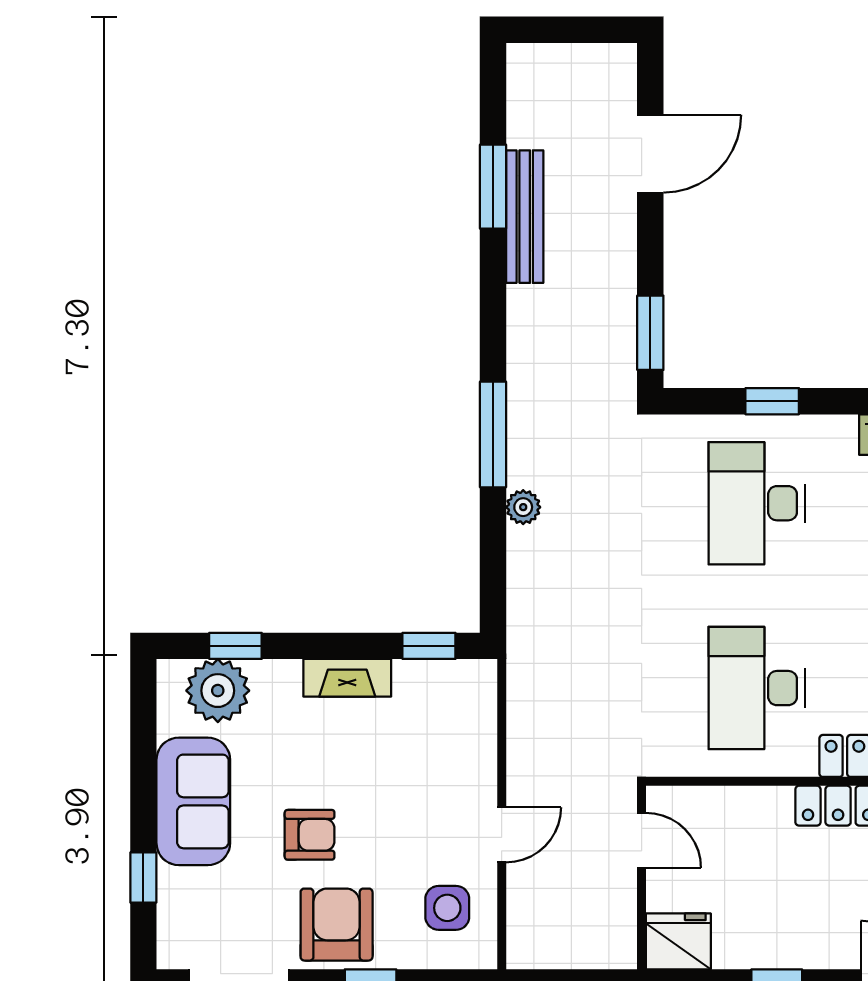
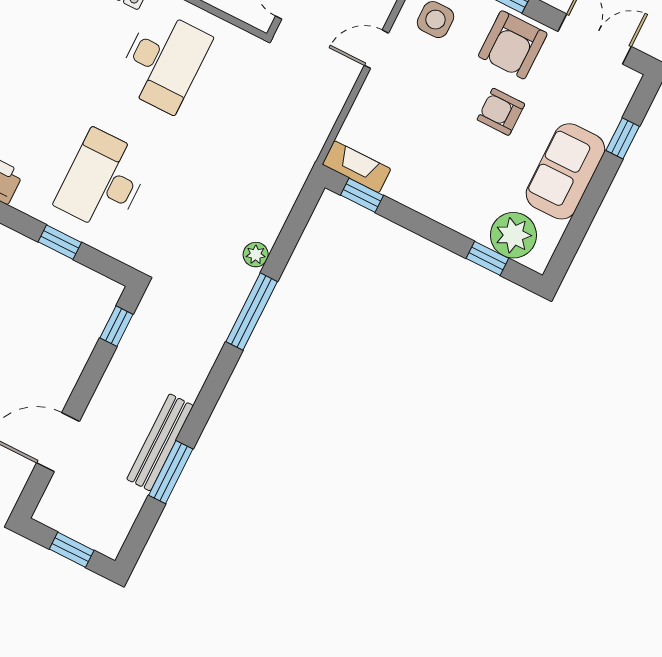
window: (567, 30) -> (72, 550), added
window: (650, 333) -> (116, 326), width x0.67
desk: (757, 503) -> (103, 181), turned 180
fireplace: (347, 678) -> (357, 167), moved

